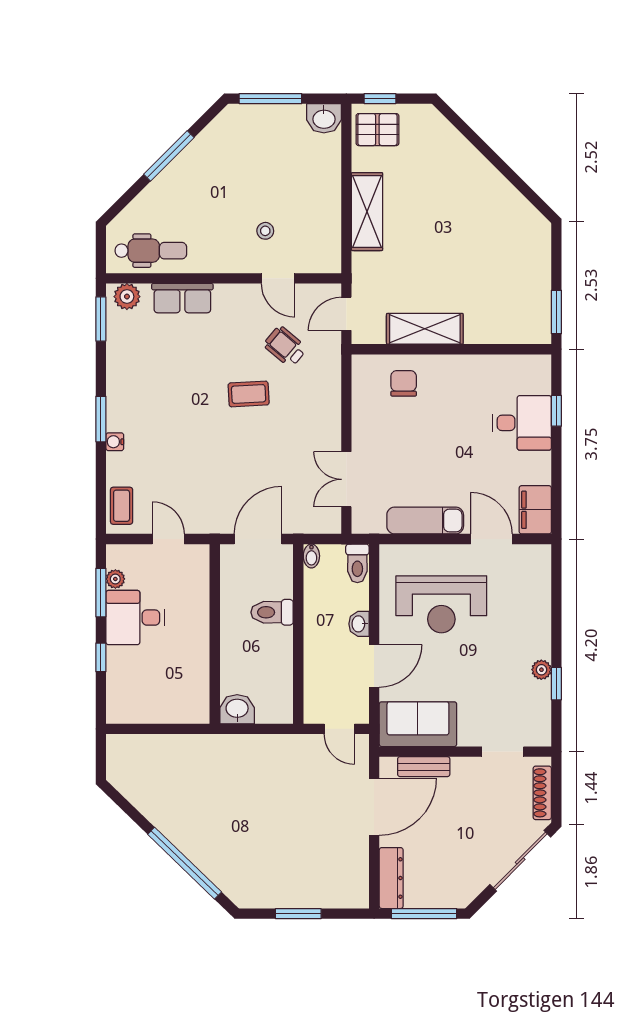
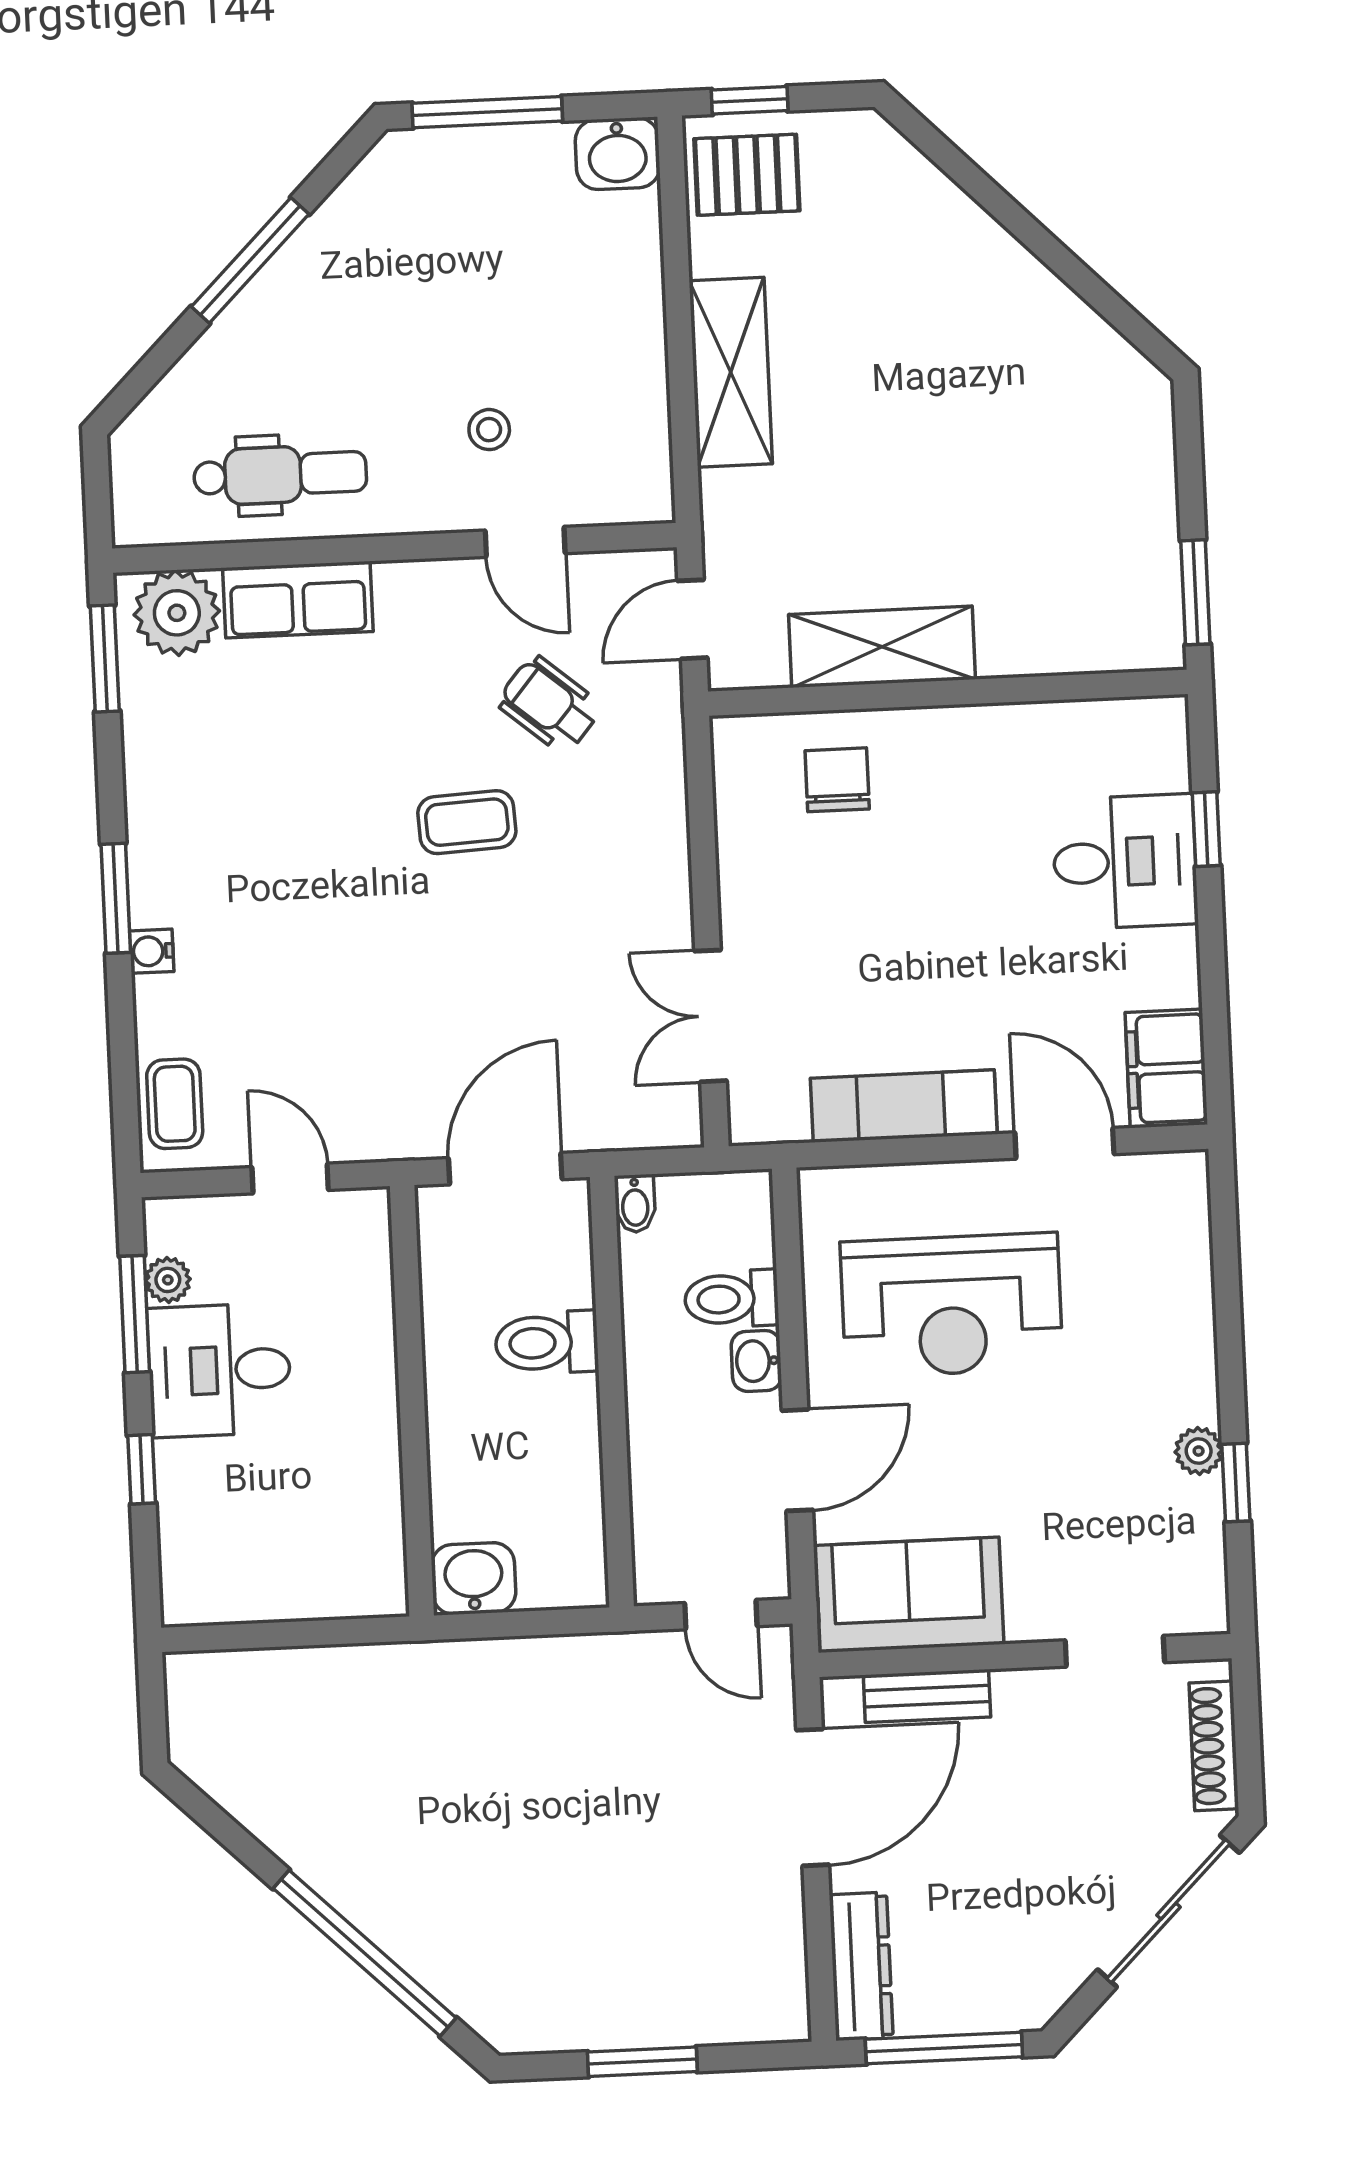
dental chair: (151, 251) -> (280, 475), moved
plant: (127, 297) -> (177, 613), width x1.36, depth x1.36
toilet: (357, 563) -> (732, 1299), moved, turned 90

